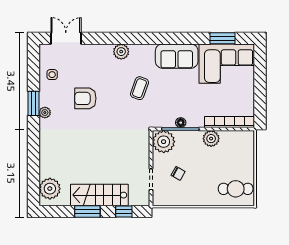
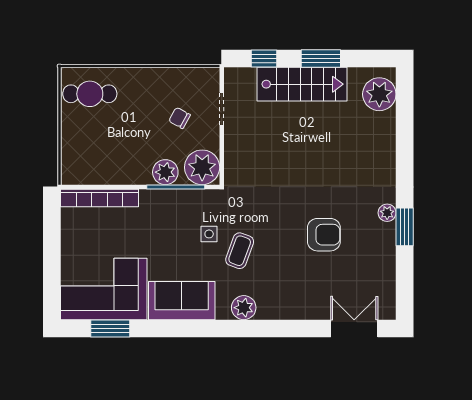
double door: (66, 38) -> (354, 328), swing flipped
plant: (121, 52) -> (244, 308), moved
side table: (52, 75) -> (209, 234), moved
floor lamp: (181, 123) -> (175, 197), removed
plant: (211, 139) -> (165, 172), moved

